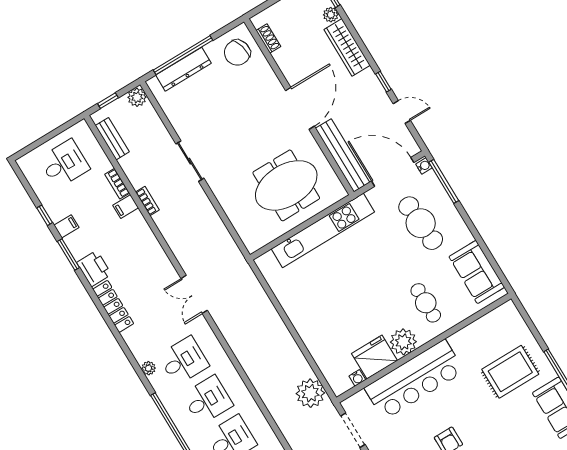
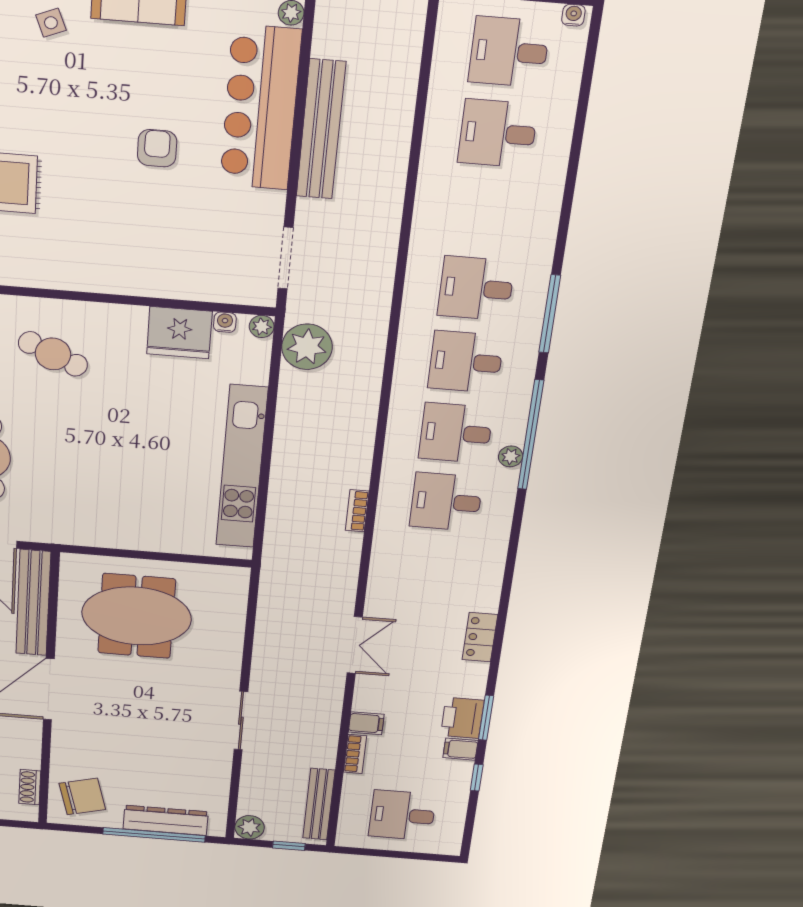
bench: (112, 139) -> (319, 804), width x1.36
bookcase: (147, 201) -> (357, 511), moved
kitchen unit: (323, 230) -> (242, 467), moved, turned -90
printer: (94, 268) -> (462, 718), moved
double door: (194, 294) -> (355, 645), moved
cafe table: (426, 303) -> (53, 354), turned -66
locker: (113, 306) -> (480, 637), width x0.66
plant: (403, 342) -> (262, 327), moved, width x0.53, depth x0.53
plant: (149, 368) -> (511, 456), moved
bar counter: (414, 380) -> (145, 265), removed

